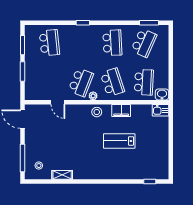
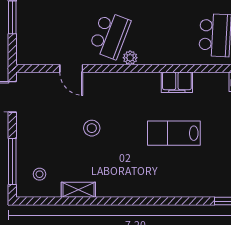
school desk: (112, 82) -> (162, 35), removed
stool: (97, 112) -> (92, 128), moved

